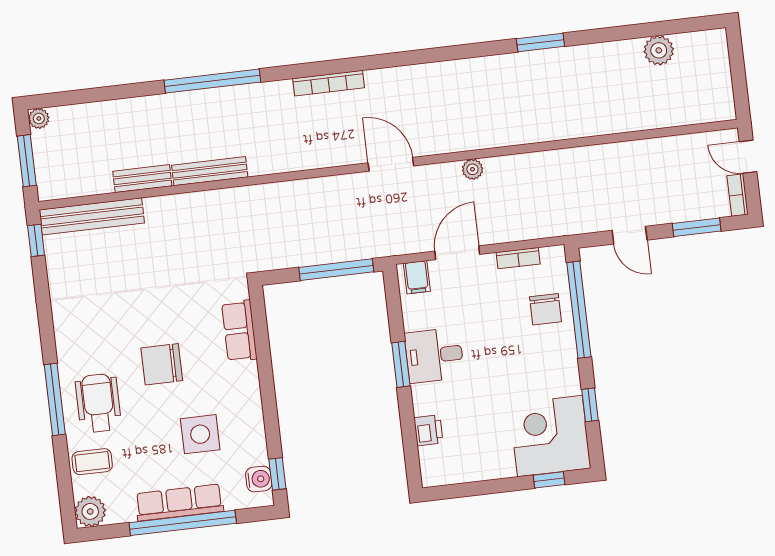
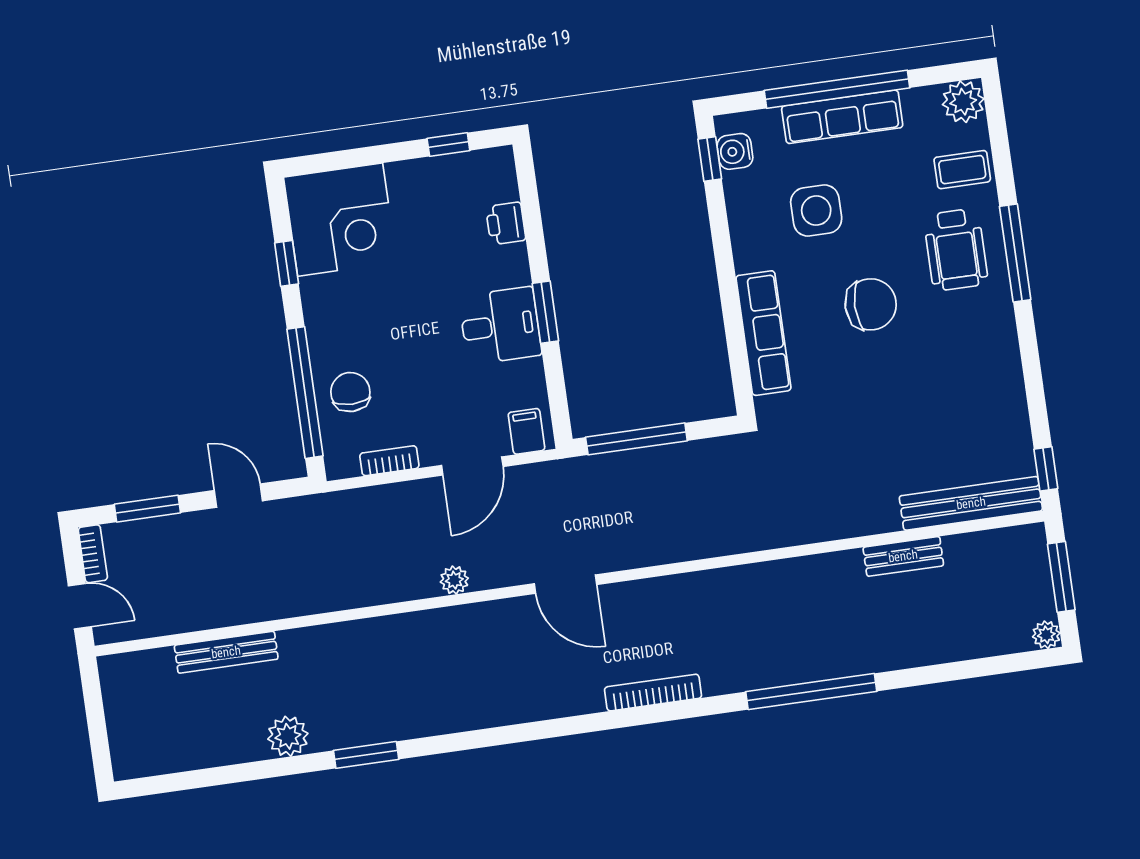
plant: (659, 50) -> (288, 736), moved
bench: (210, 171) -> (226, 652), moved
row of seats: (239, 331) -> (763, 333), width x1.48
window: (549, 480) -> (448, 144), moved

